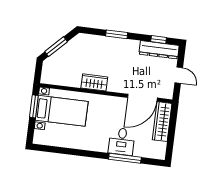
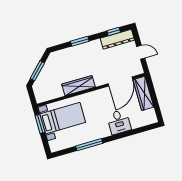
wardrobe: (94, 82) -> (78, 86), width x1.50
window: (125, 158) -> (89, 145), moved

